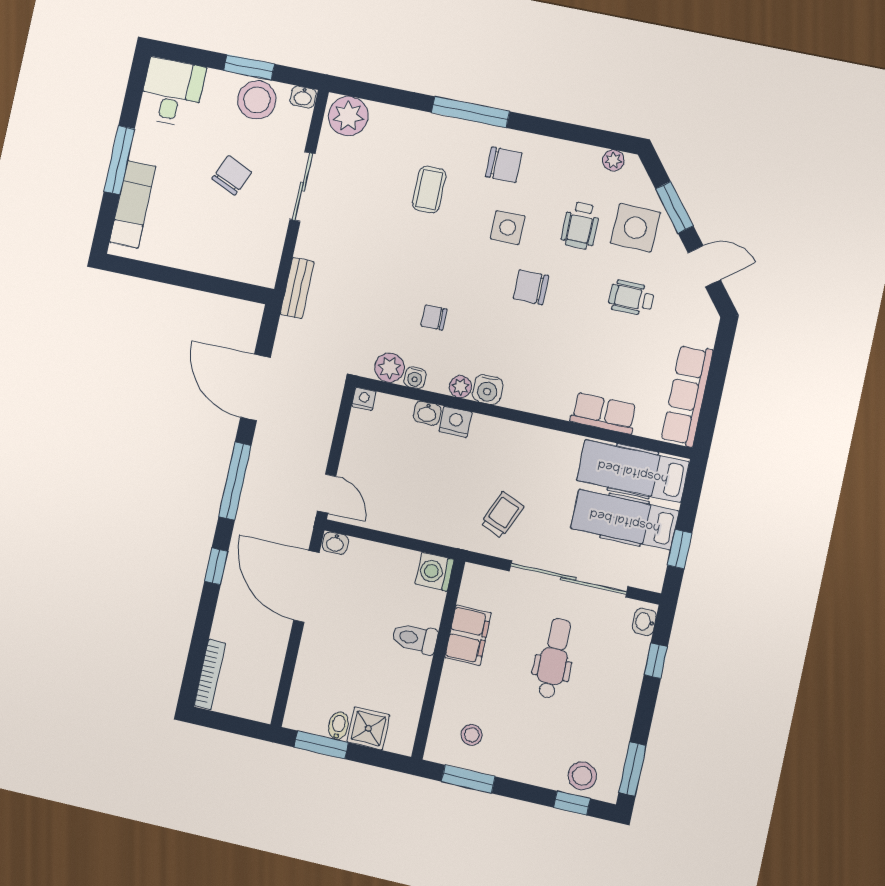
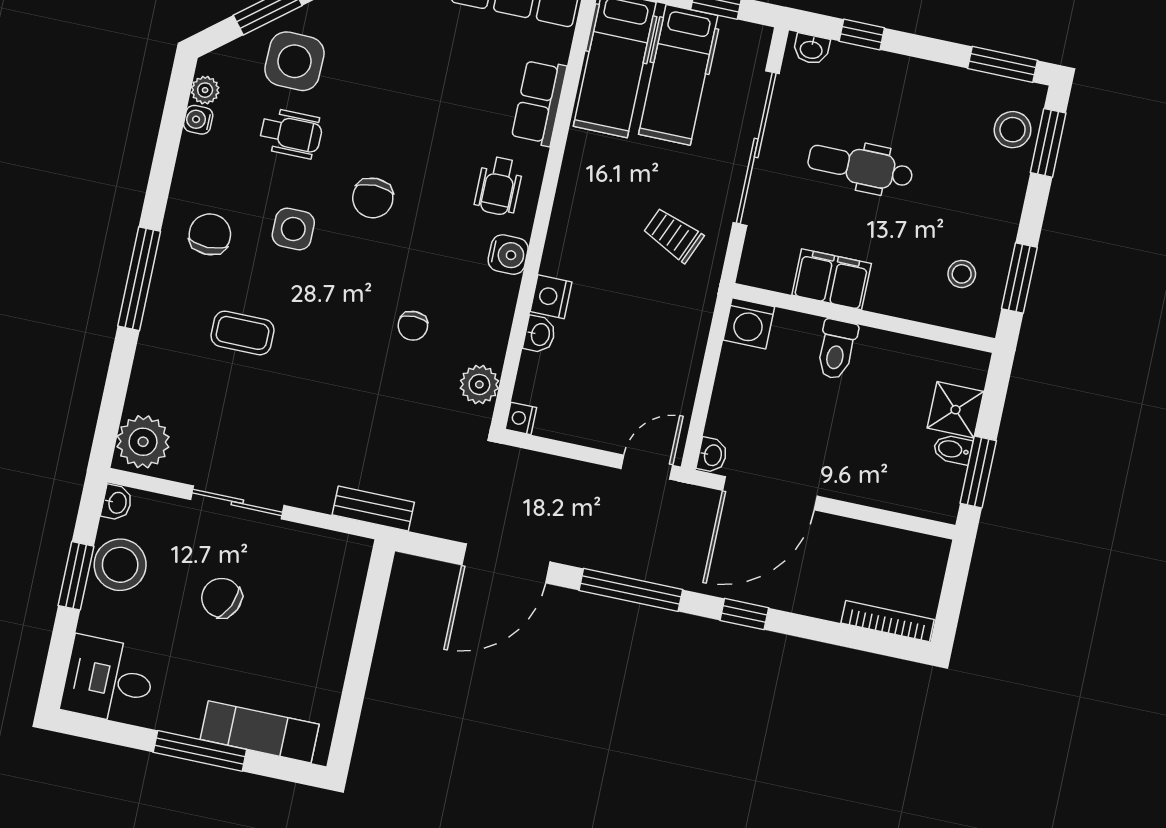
wheelchair: (631, 298) -> (499, 186), moved
water cooler: (415, 378) -> (198, 120), moved, turned 180
plant: (460, 387) -> (504, 291), removed
window: (572, 803) -> (1048, 143), width x1.50

